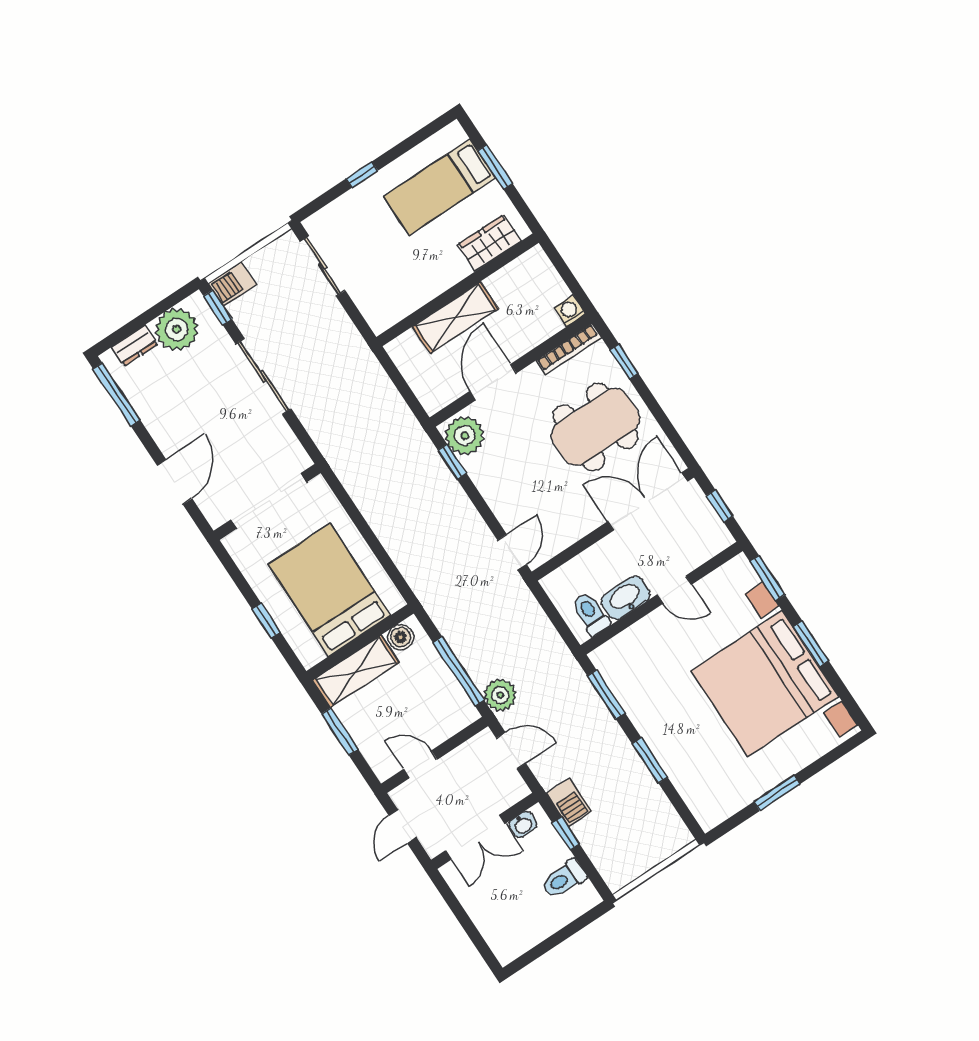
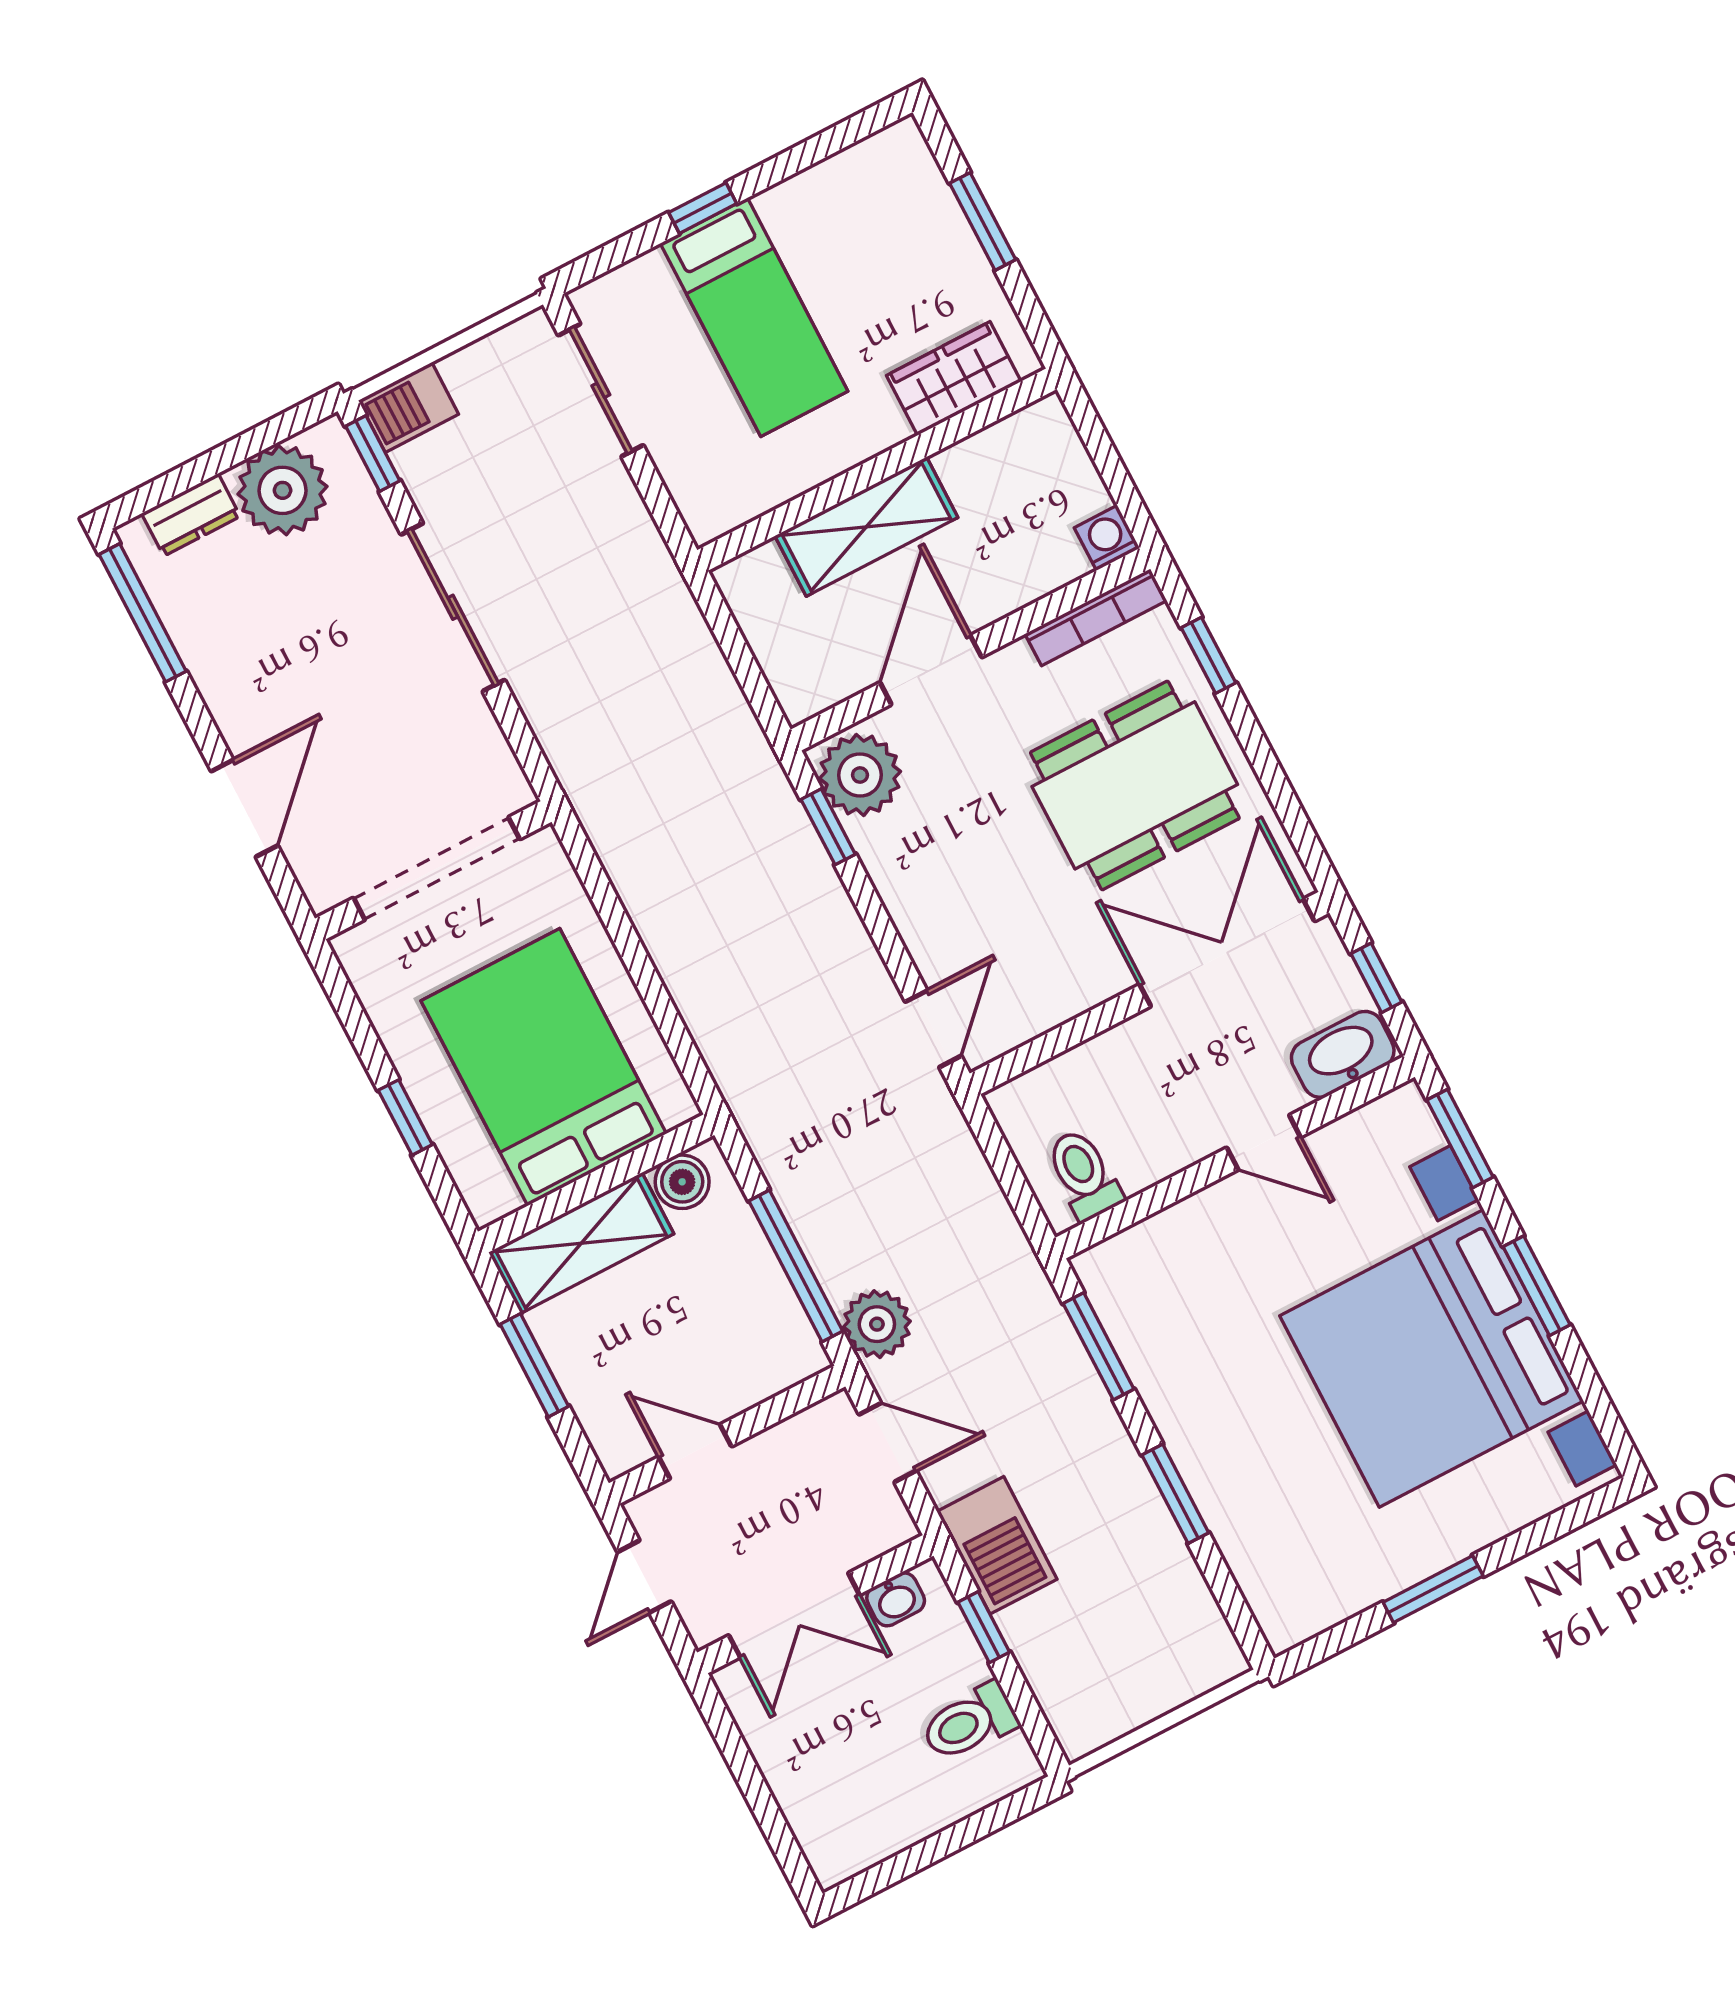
bed: (440, 187) -> (754, 317), moved, turned -90
washbasin: (626, 598) -> (1343, 1054), moved
barbecue: (569, 802) -> (997, 1545), width x1.38, depth x1.27

